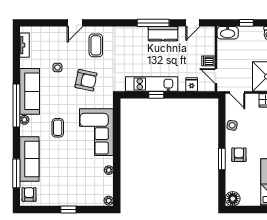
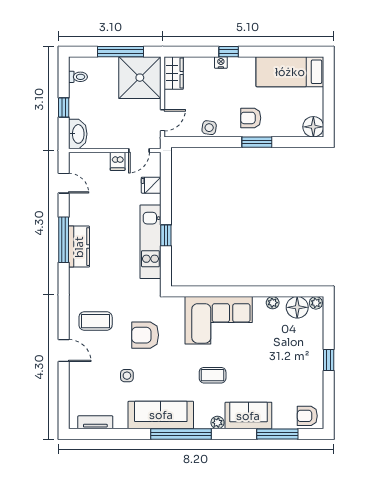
kitchen counter: (163, 34) -> (79, 247), moved
armchair: (86, 80) -> (145, 335), turned -102
plant: (24, 120) -> (217, 423), moved
sofa: (29, 159) -> (248, 416), width x0.73
floor lamp: (106, 187) -> (297, 307), added

